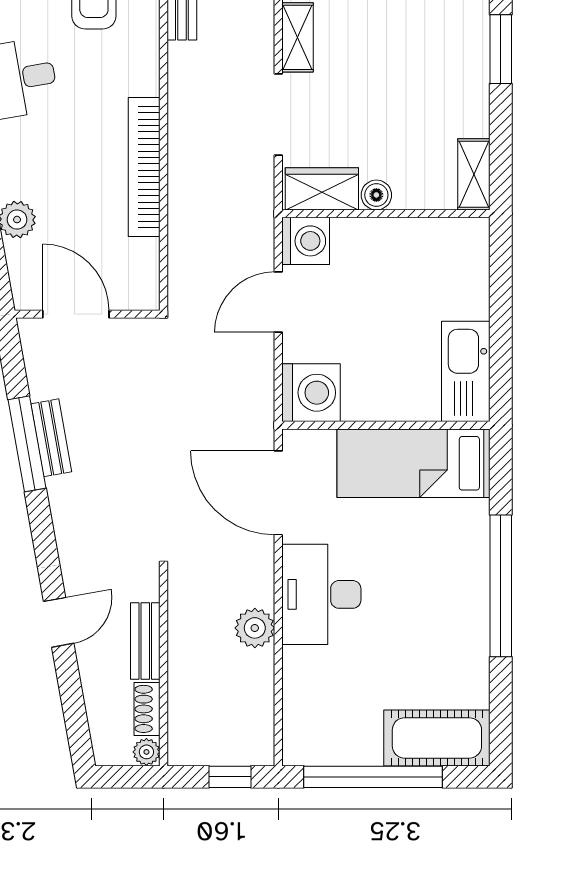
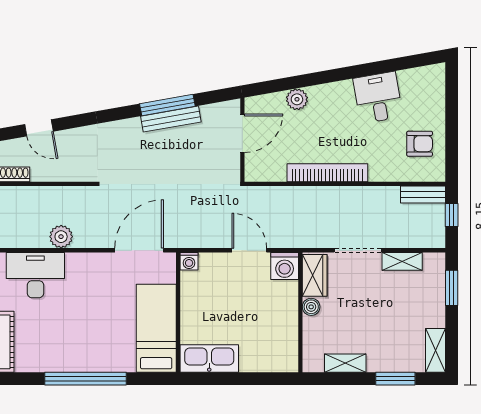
shelving: (474, 174) -> (345, 363), moved
washing machine: (311, 393) -> (189, 261), width x0.53, depth x0.53
bench: (51, 438) -> (171, 119), width x1.36
desk: (321, 594) -> (35, 275), moved
door: (59, 622) -> (39, 128), moved
bench: (145, 641) -> (53, 173), removed

